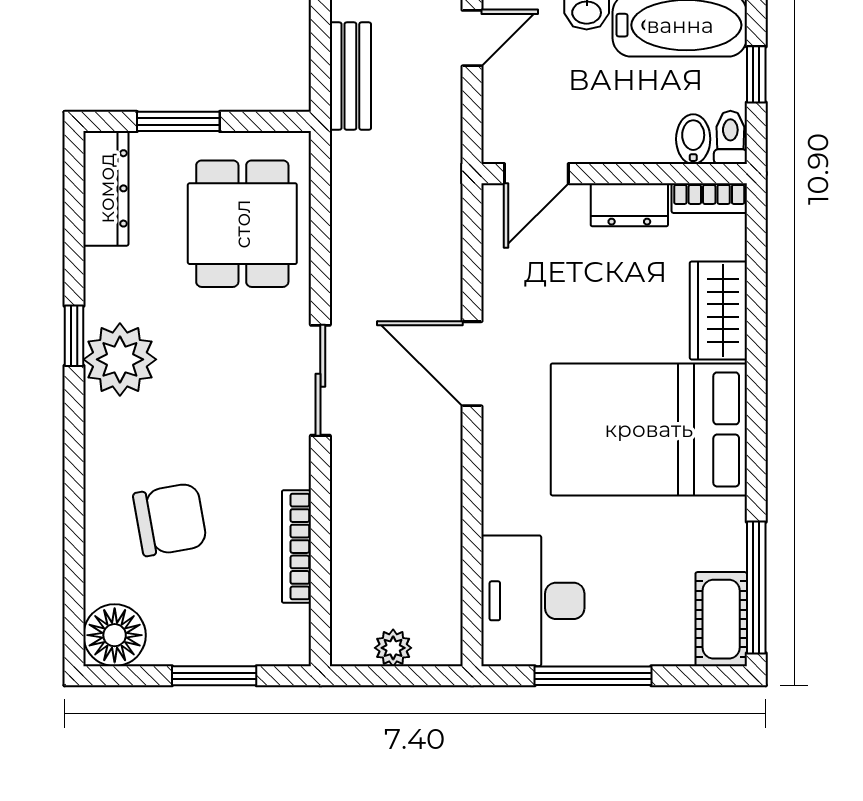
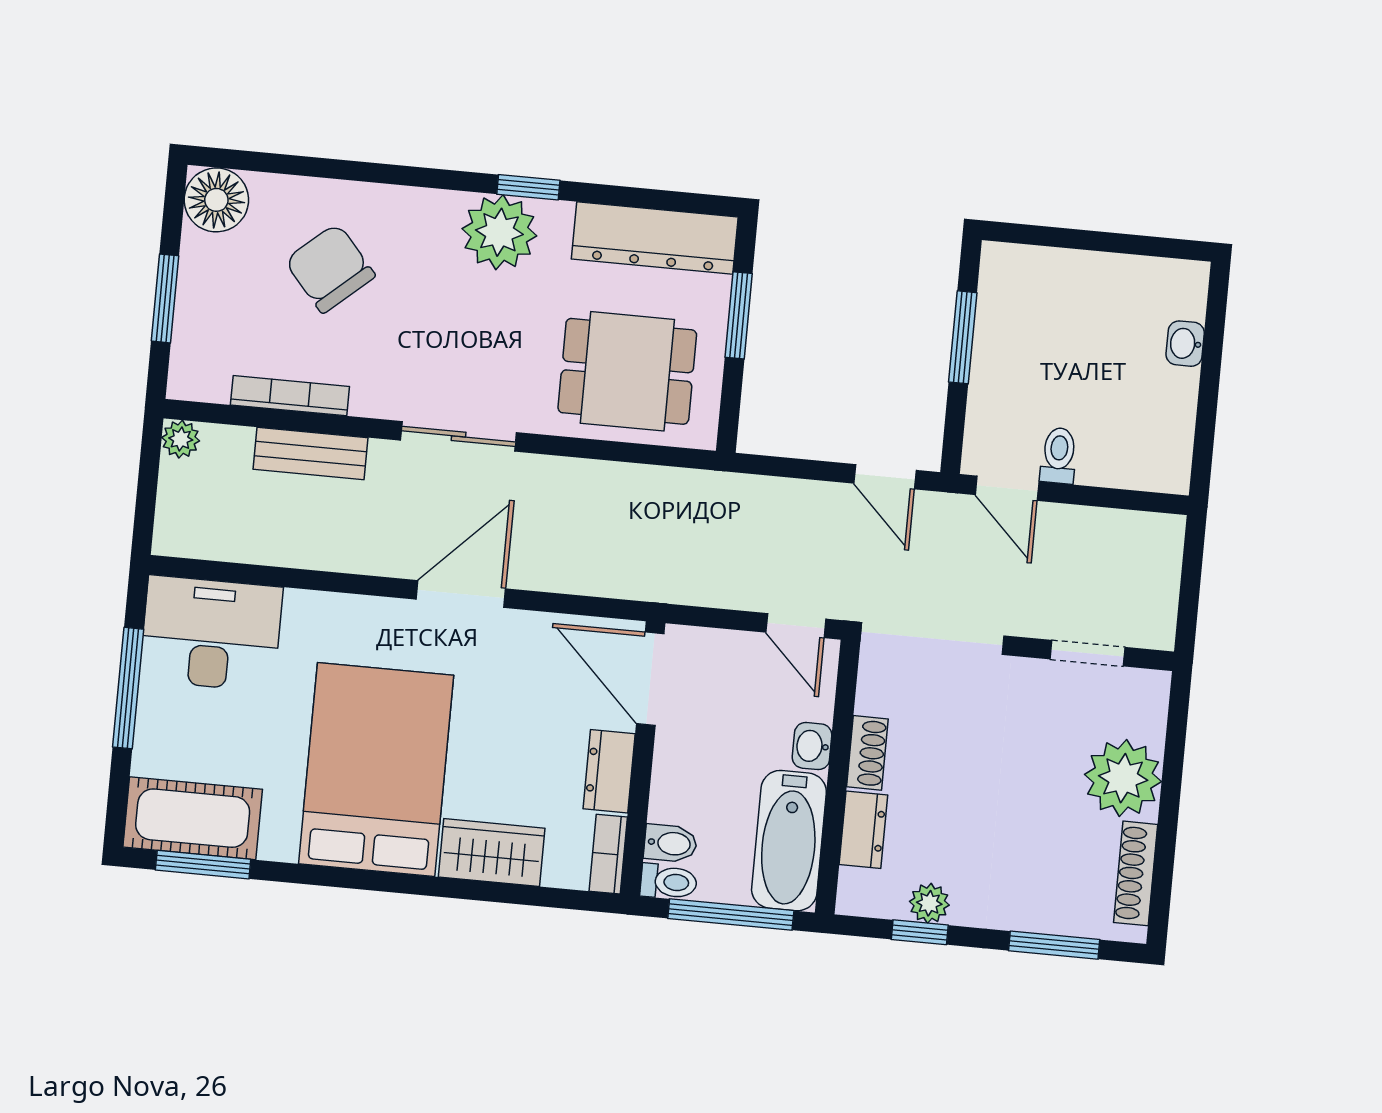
window: (756, 74) -> (731, 915), width x2.17
bench: (350, 76) -> (310, 454), moved
door: (536, 174) -> (650, 679), width x1.38
dresser: (106, 188) -> (655, 238), width x1.37, depth x1.24
chair: (170, 520) -> (330, 268), turned 149
window: (756, 587) -> (203, 865), width x0.69
cot: (721, 619) -> (193, 818), width x1.37, depth x1.34
plant: (393, 648) -> (181, 439), moved

